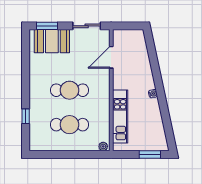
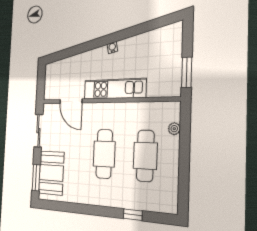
kitchen unit: (120, 117) -> (114, 89), moved
plant: (103, 146) -> (174, 129), moved
window: (150, 155) -> (187, 72), moved

